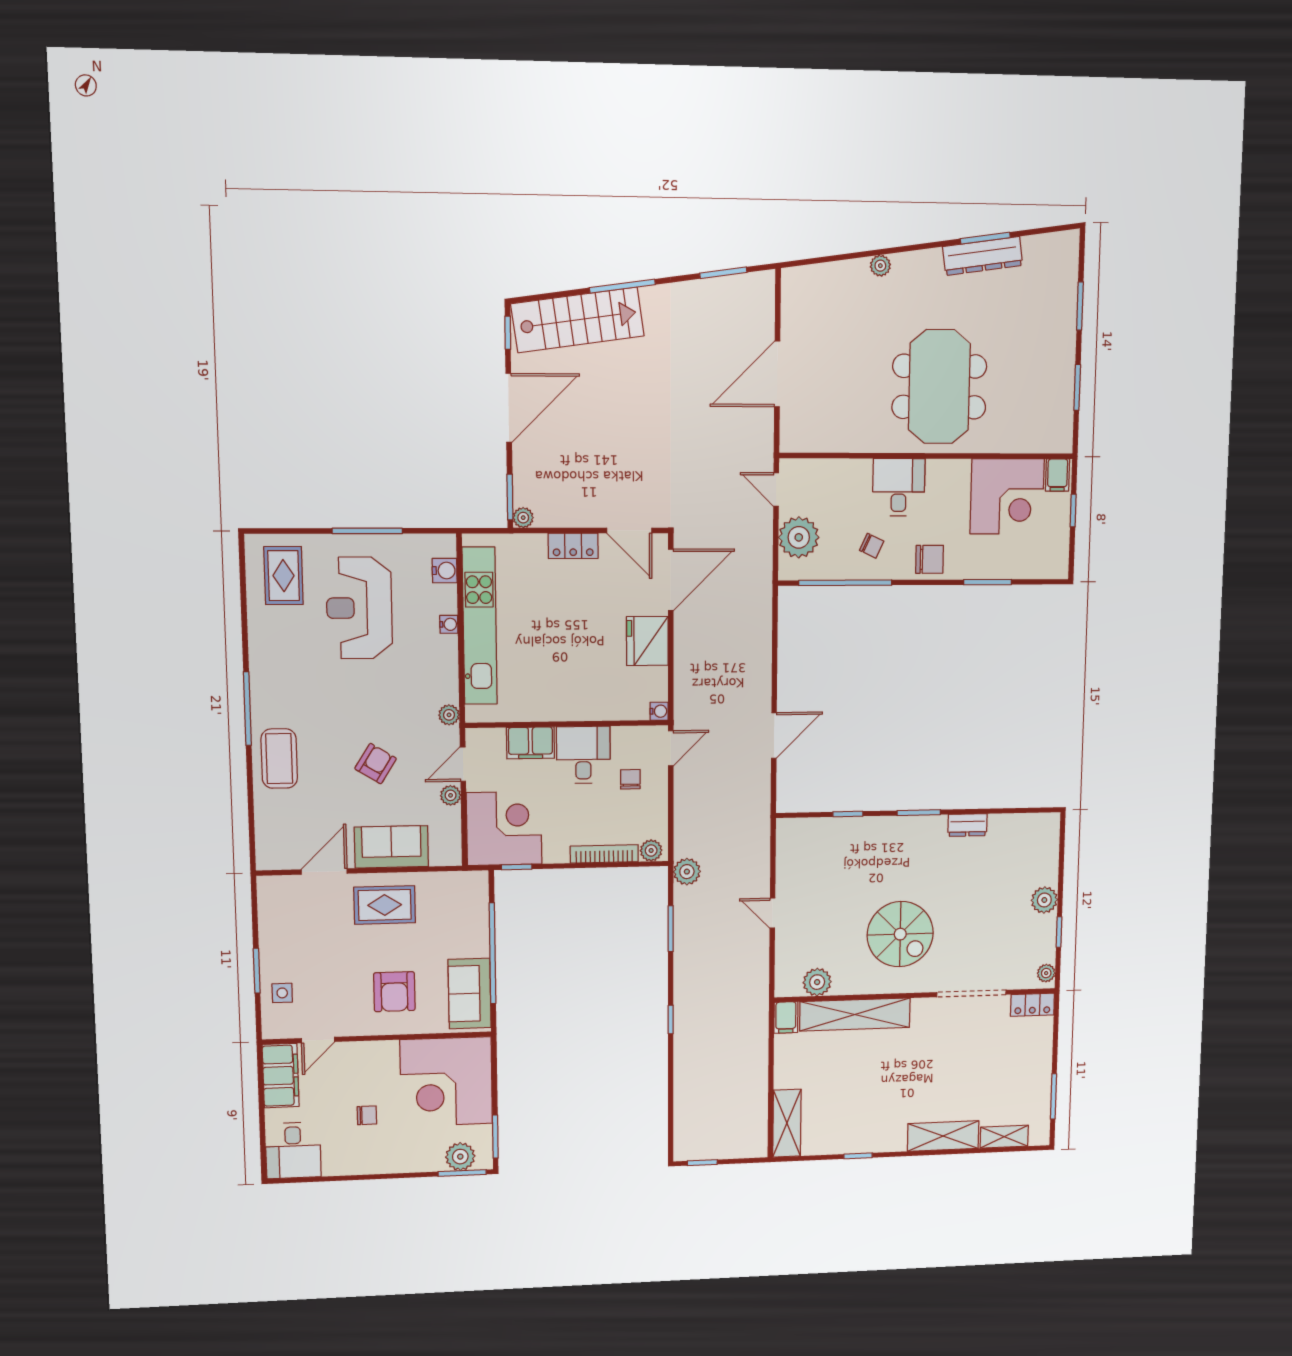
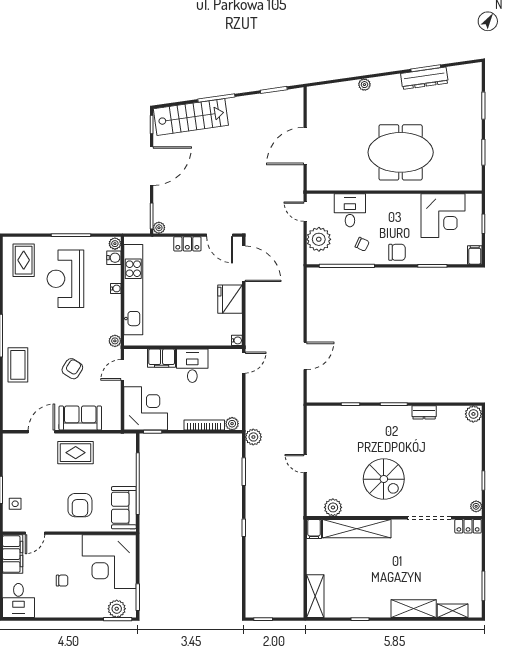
meeting table: (939, 387) -> (401, 152), turned 90
filing cabinet: (1058, 475) -> (475, 255), moved, turned 180
desk: (899, 487) -> (350, 210), moved
door: (671, 580) -> (244, 264), hinge flipped
chair: (630, 779) -> (220, 381), removed
plant: (451, 795) -> (115, 244), moved
plant: (1044, 900) -> (473, 414), moved

